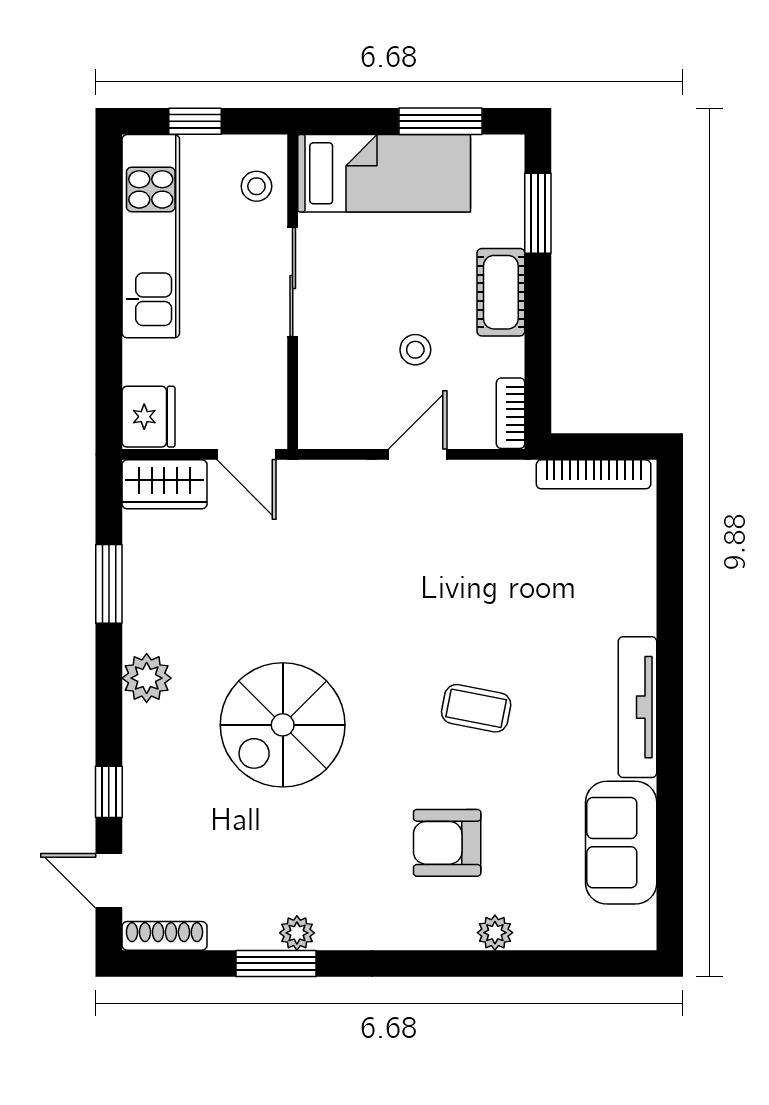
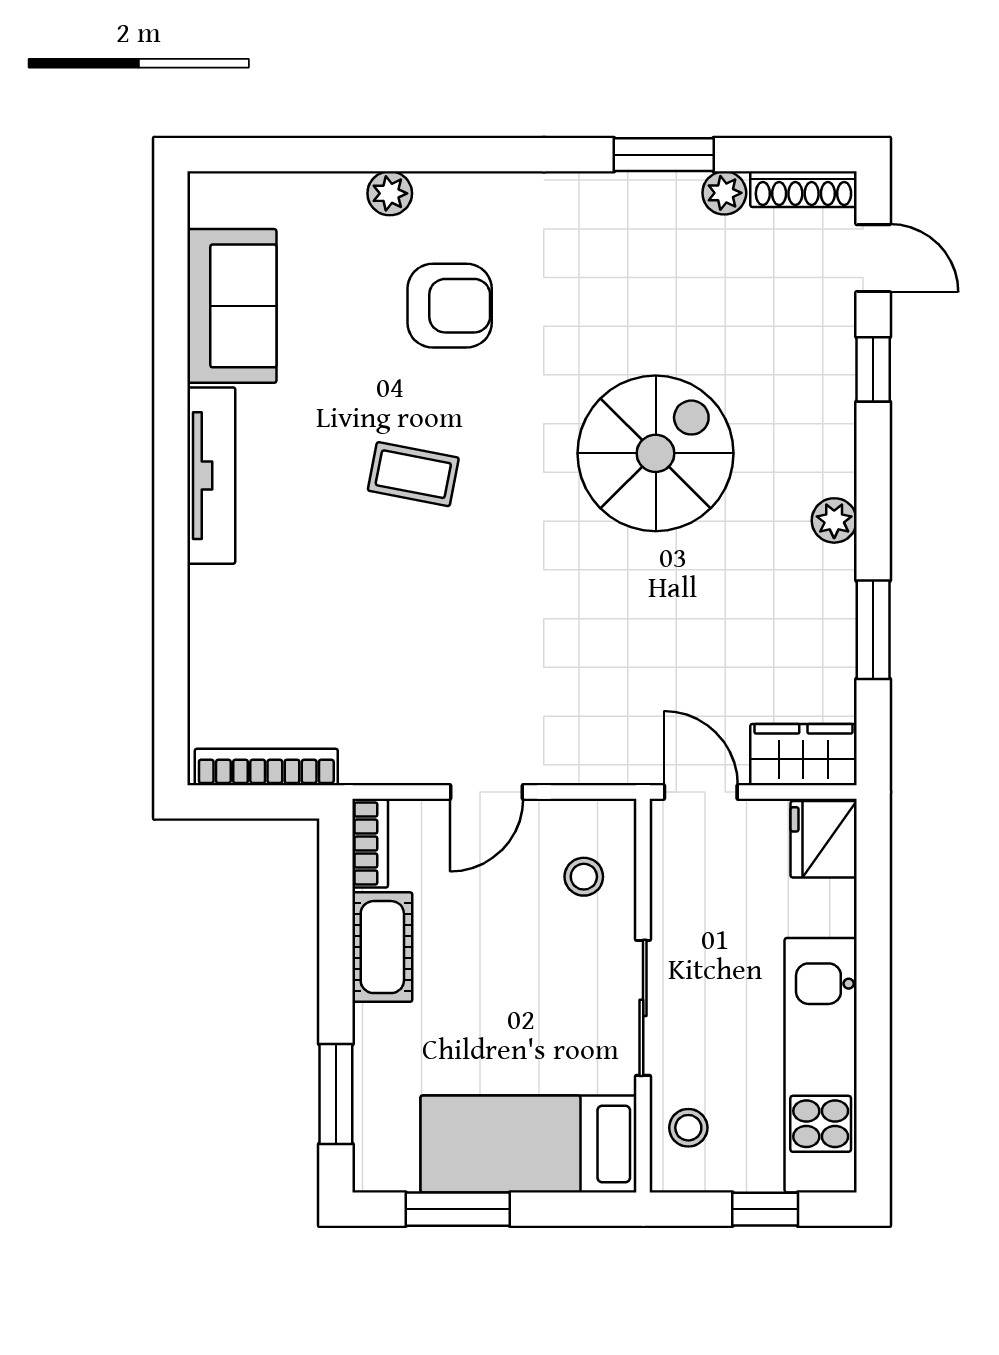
cot: (501, 292) -> (382, 947), moved
stool: (415, 350) -> (584, 877), moved
plant: (147, 678) -> (834, 520), width x0.73, depth x0.73
plant: (297, 933) -> (724, 193), moved

